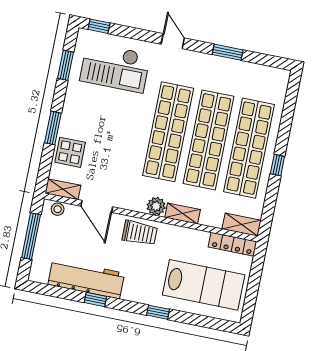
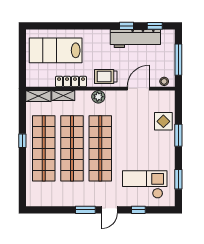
window: (99, 26) -> (138, 210), moved
door: (173, 41) -> (109, 210), hinge flipped
window: (228, 52) -> (85, 210), moved
shelving: (63, 189) -> (163, 95), removed
door: (97, 206) -> (138, 89), hinge flipped
shelving: (183, 213) -> (63, 95), moved
locker: (232, 244) -> (71, 82), moved
window: (158, 312) -> (155, 26), moved

